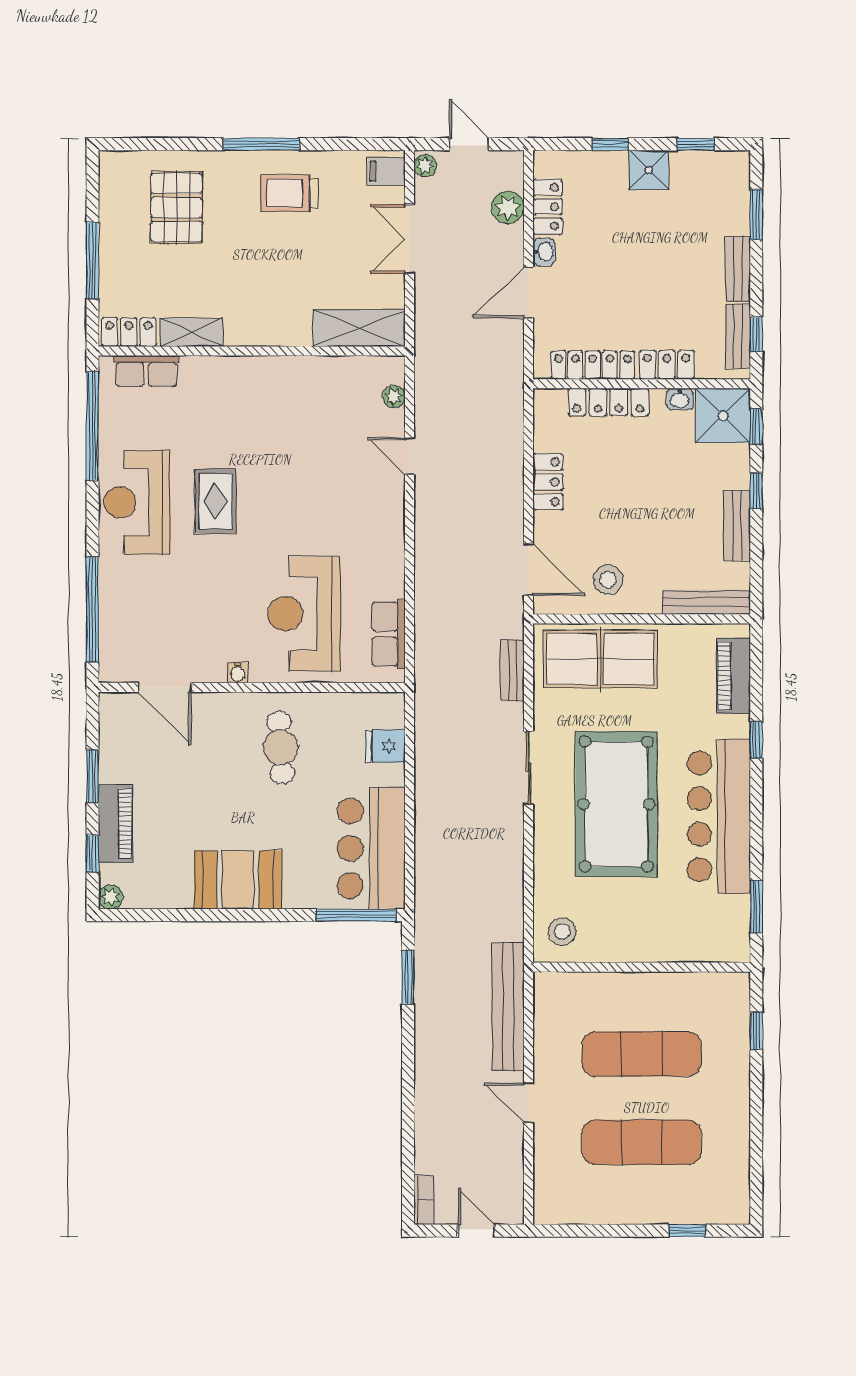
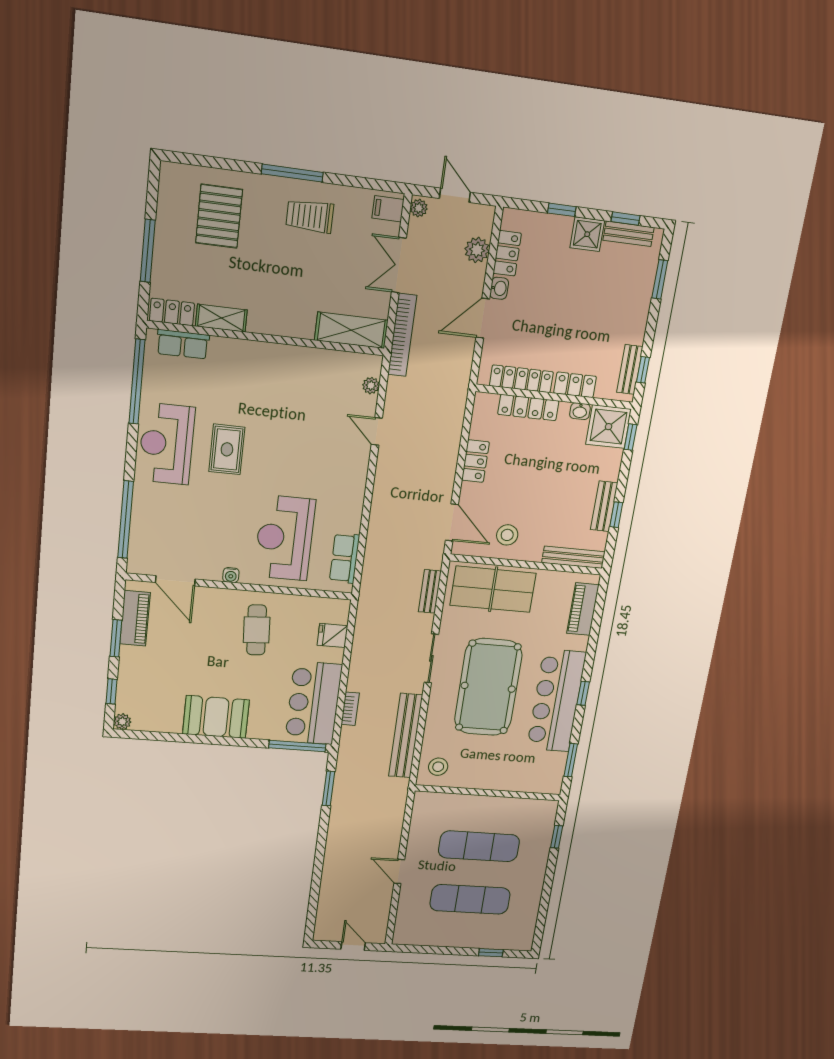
bench: (738, 269) -> (629, 234), moved, turned 90
bookcase: (426, 327) -> (402, 335), added
window: (756, 491) -> (616, 515), moved
window: (756, 740) -> (583, 693), moved
piano: (116, 823) -> (135, 618), moved
bench: (508, 1007) -> (406, 736), moved
bookcase: (424, 1200) -> (350, 709), moved

